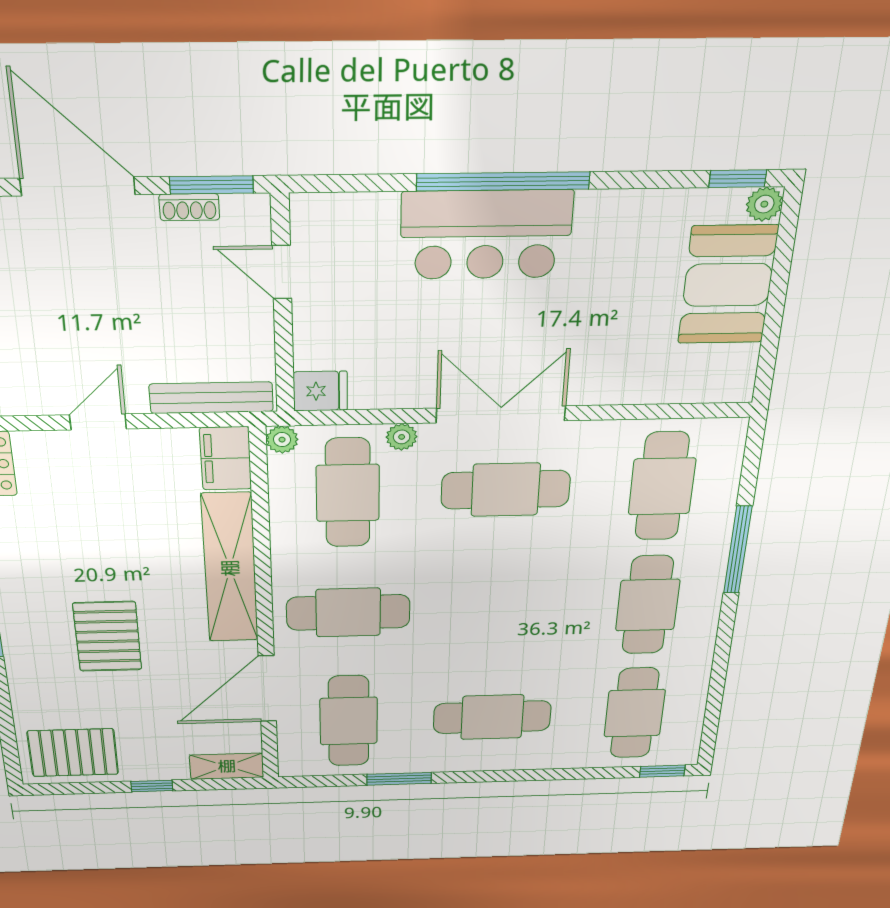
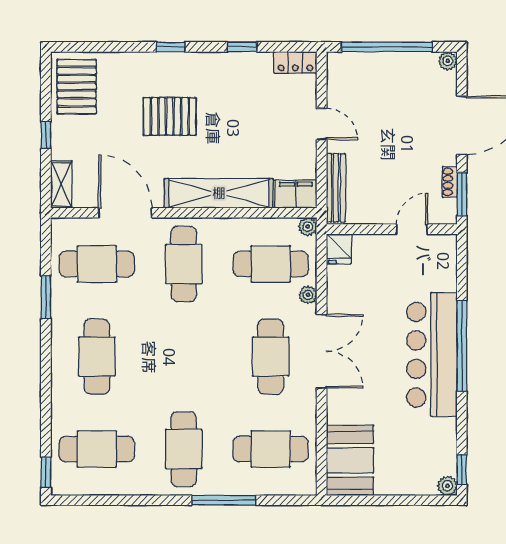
bar counter: (486, 235) -> (432, 355), width x1.36
booth: (728, 285) -> (350, 460), moved, turned 90
cafe table: (648, 605) -> (184, 449), turned 90

